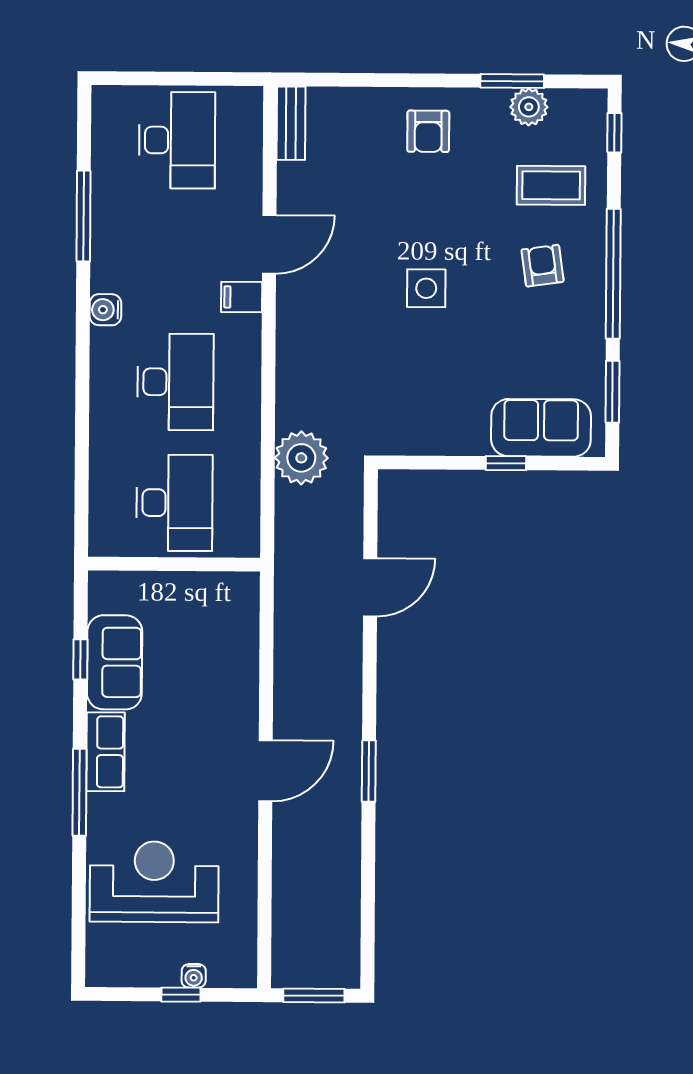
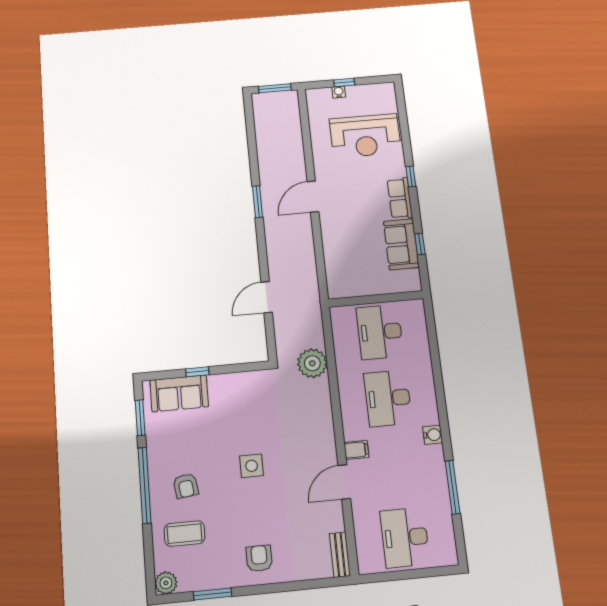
plant: (529, 107) -> (166, 583), moved
window: (614, 133) -> (150, 569), removed
window: (79, 792) -> (411, 176), width x0.46

